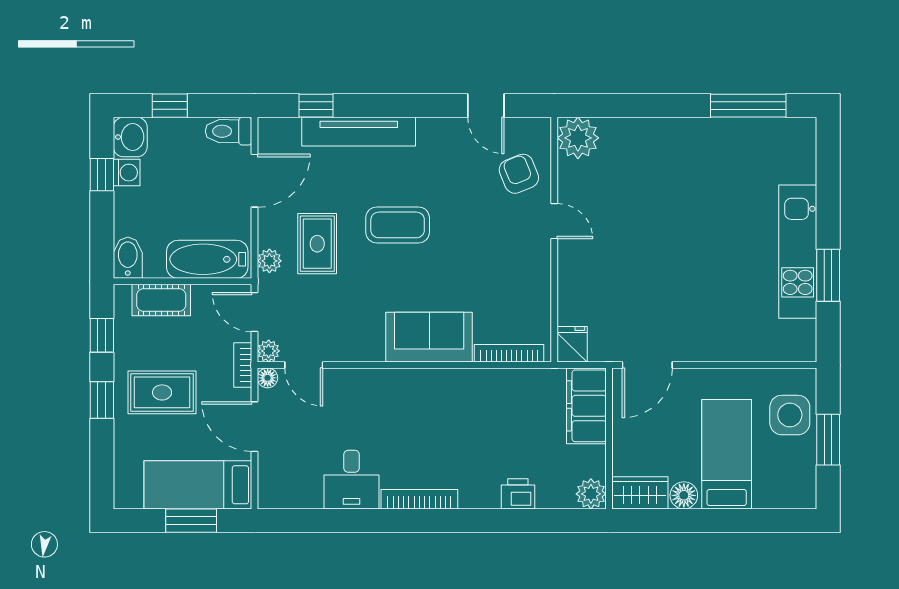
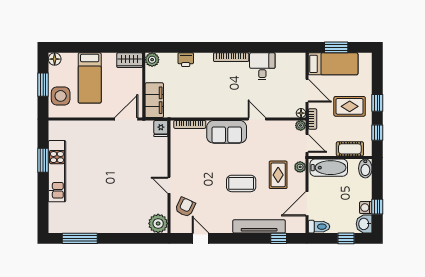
armchair: (519, 174) -> (185, 207), turned -133
door: (304, 365) -> (257, 119), moved
floor lamp: (684, 495) -> (55, 59), moved

